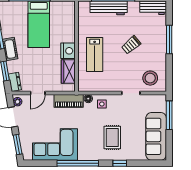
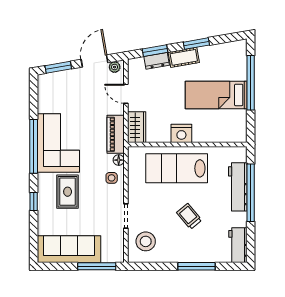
lab bench: (95, 55) -> (177, 168), width x1.36, depth x1.39
wardrobe: (68, 71) -> (137, 127), moved, turned 90
dresser: (15, 82) -> (157, 61), moved
rug: (112, 138) -> (68, 192), turned 90
corner sofa: (55, 145) -> (58, 143), moved

